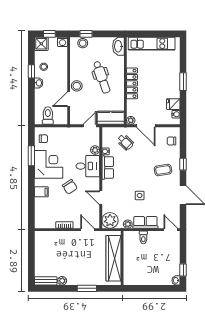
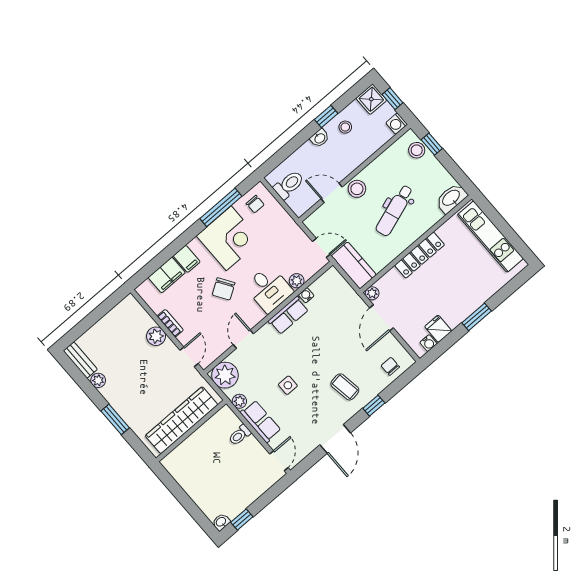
wheelchair: (125, 142) -> (339, 310), removed
window: (31, 156) -> (221, 207), width x1.44
filing cabinet: (41, 207) -> (167, 275), added
plant: (65, 237) -> (156, 336), added

